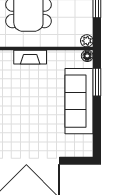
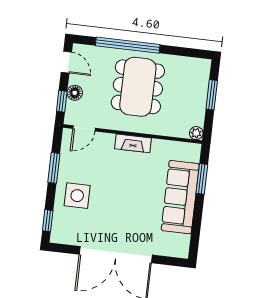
floor lamp: (87, 56) -> (195, 149), removed

